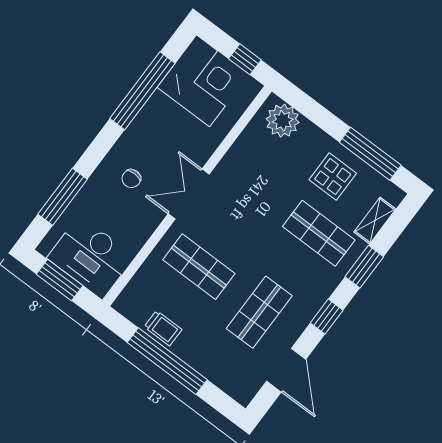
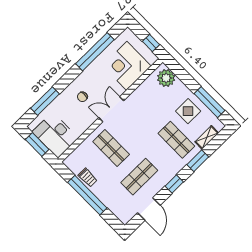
corner desk: (203, 81) -> (127, 66), moved, turned 180

